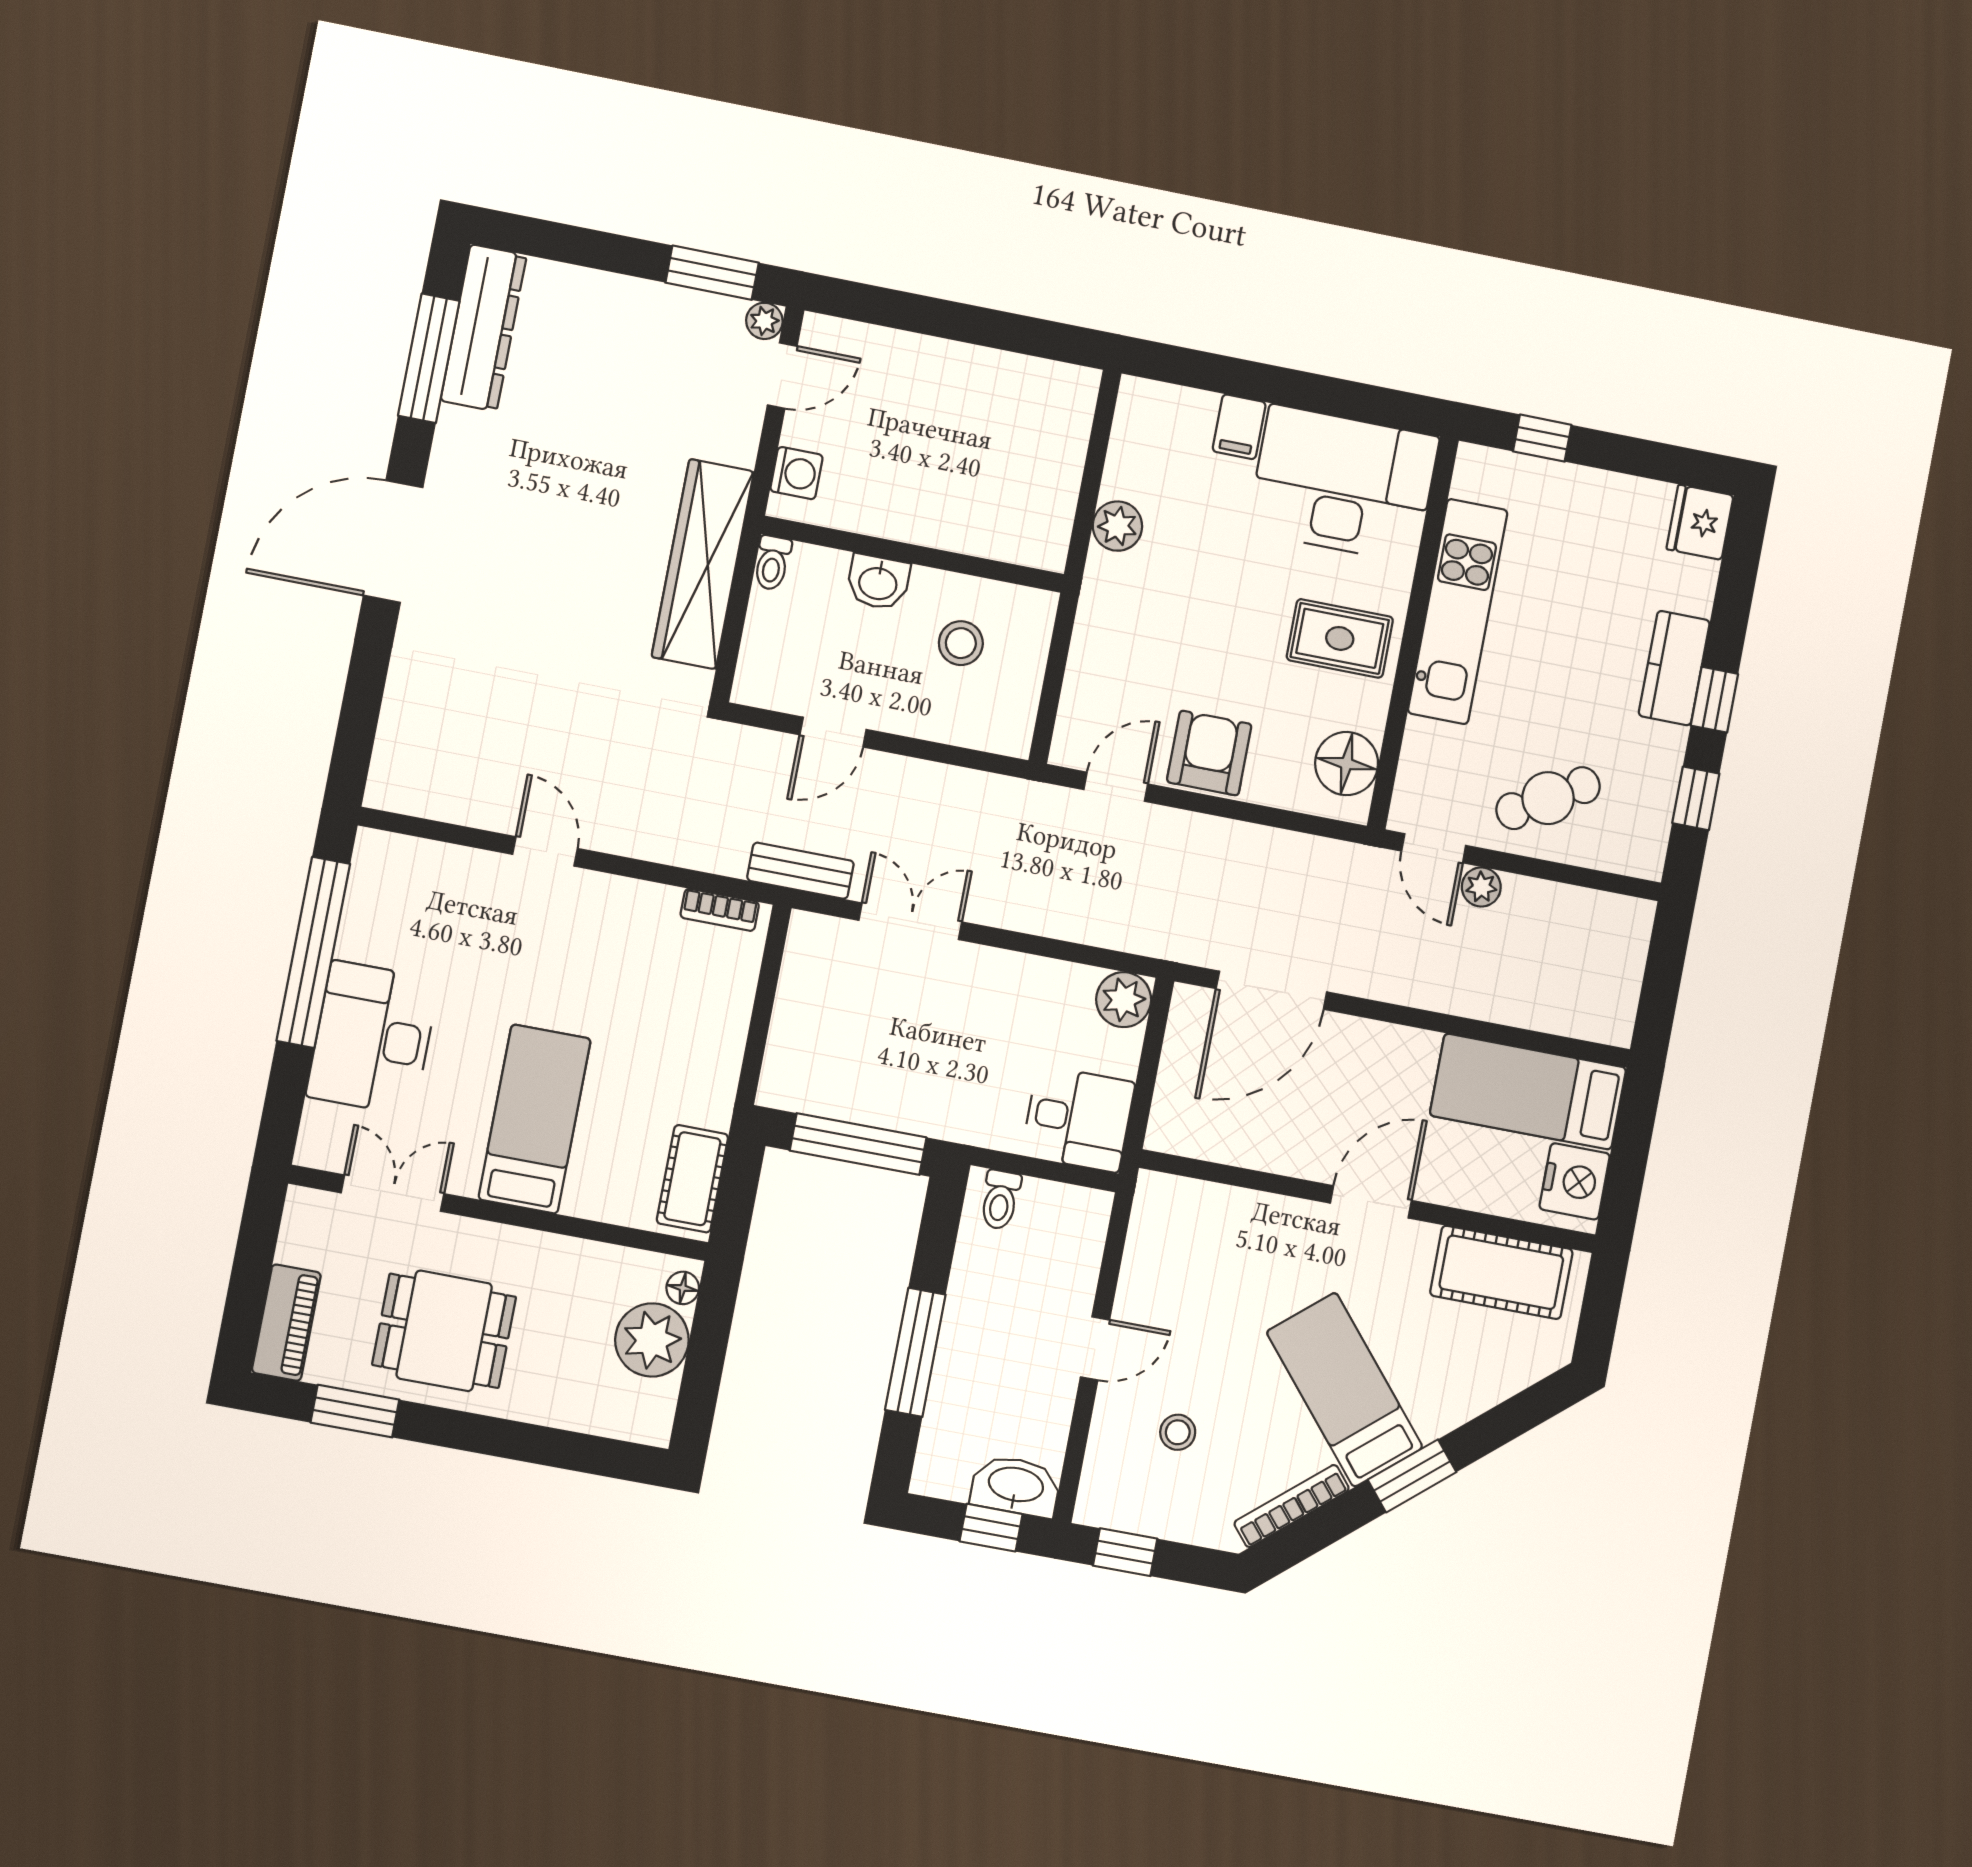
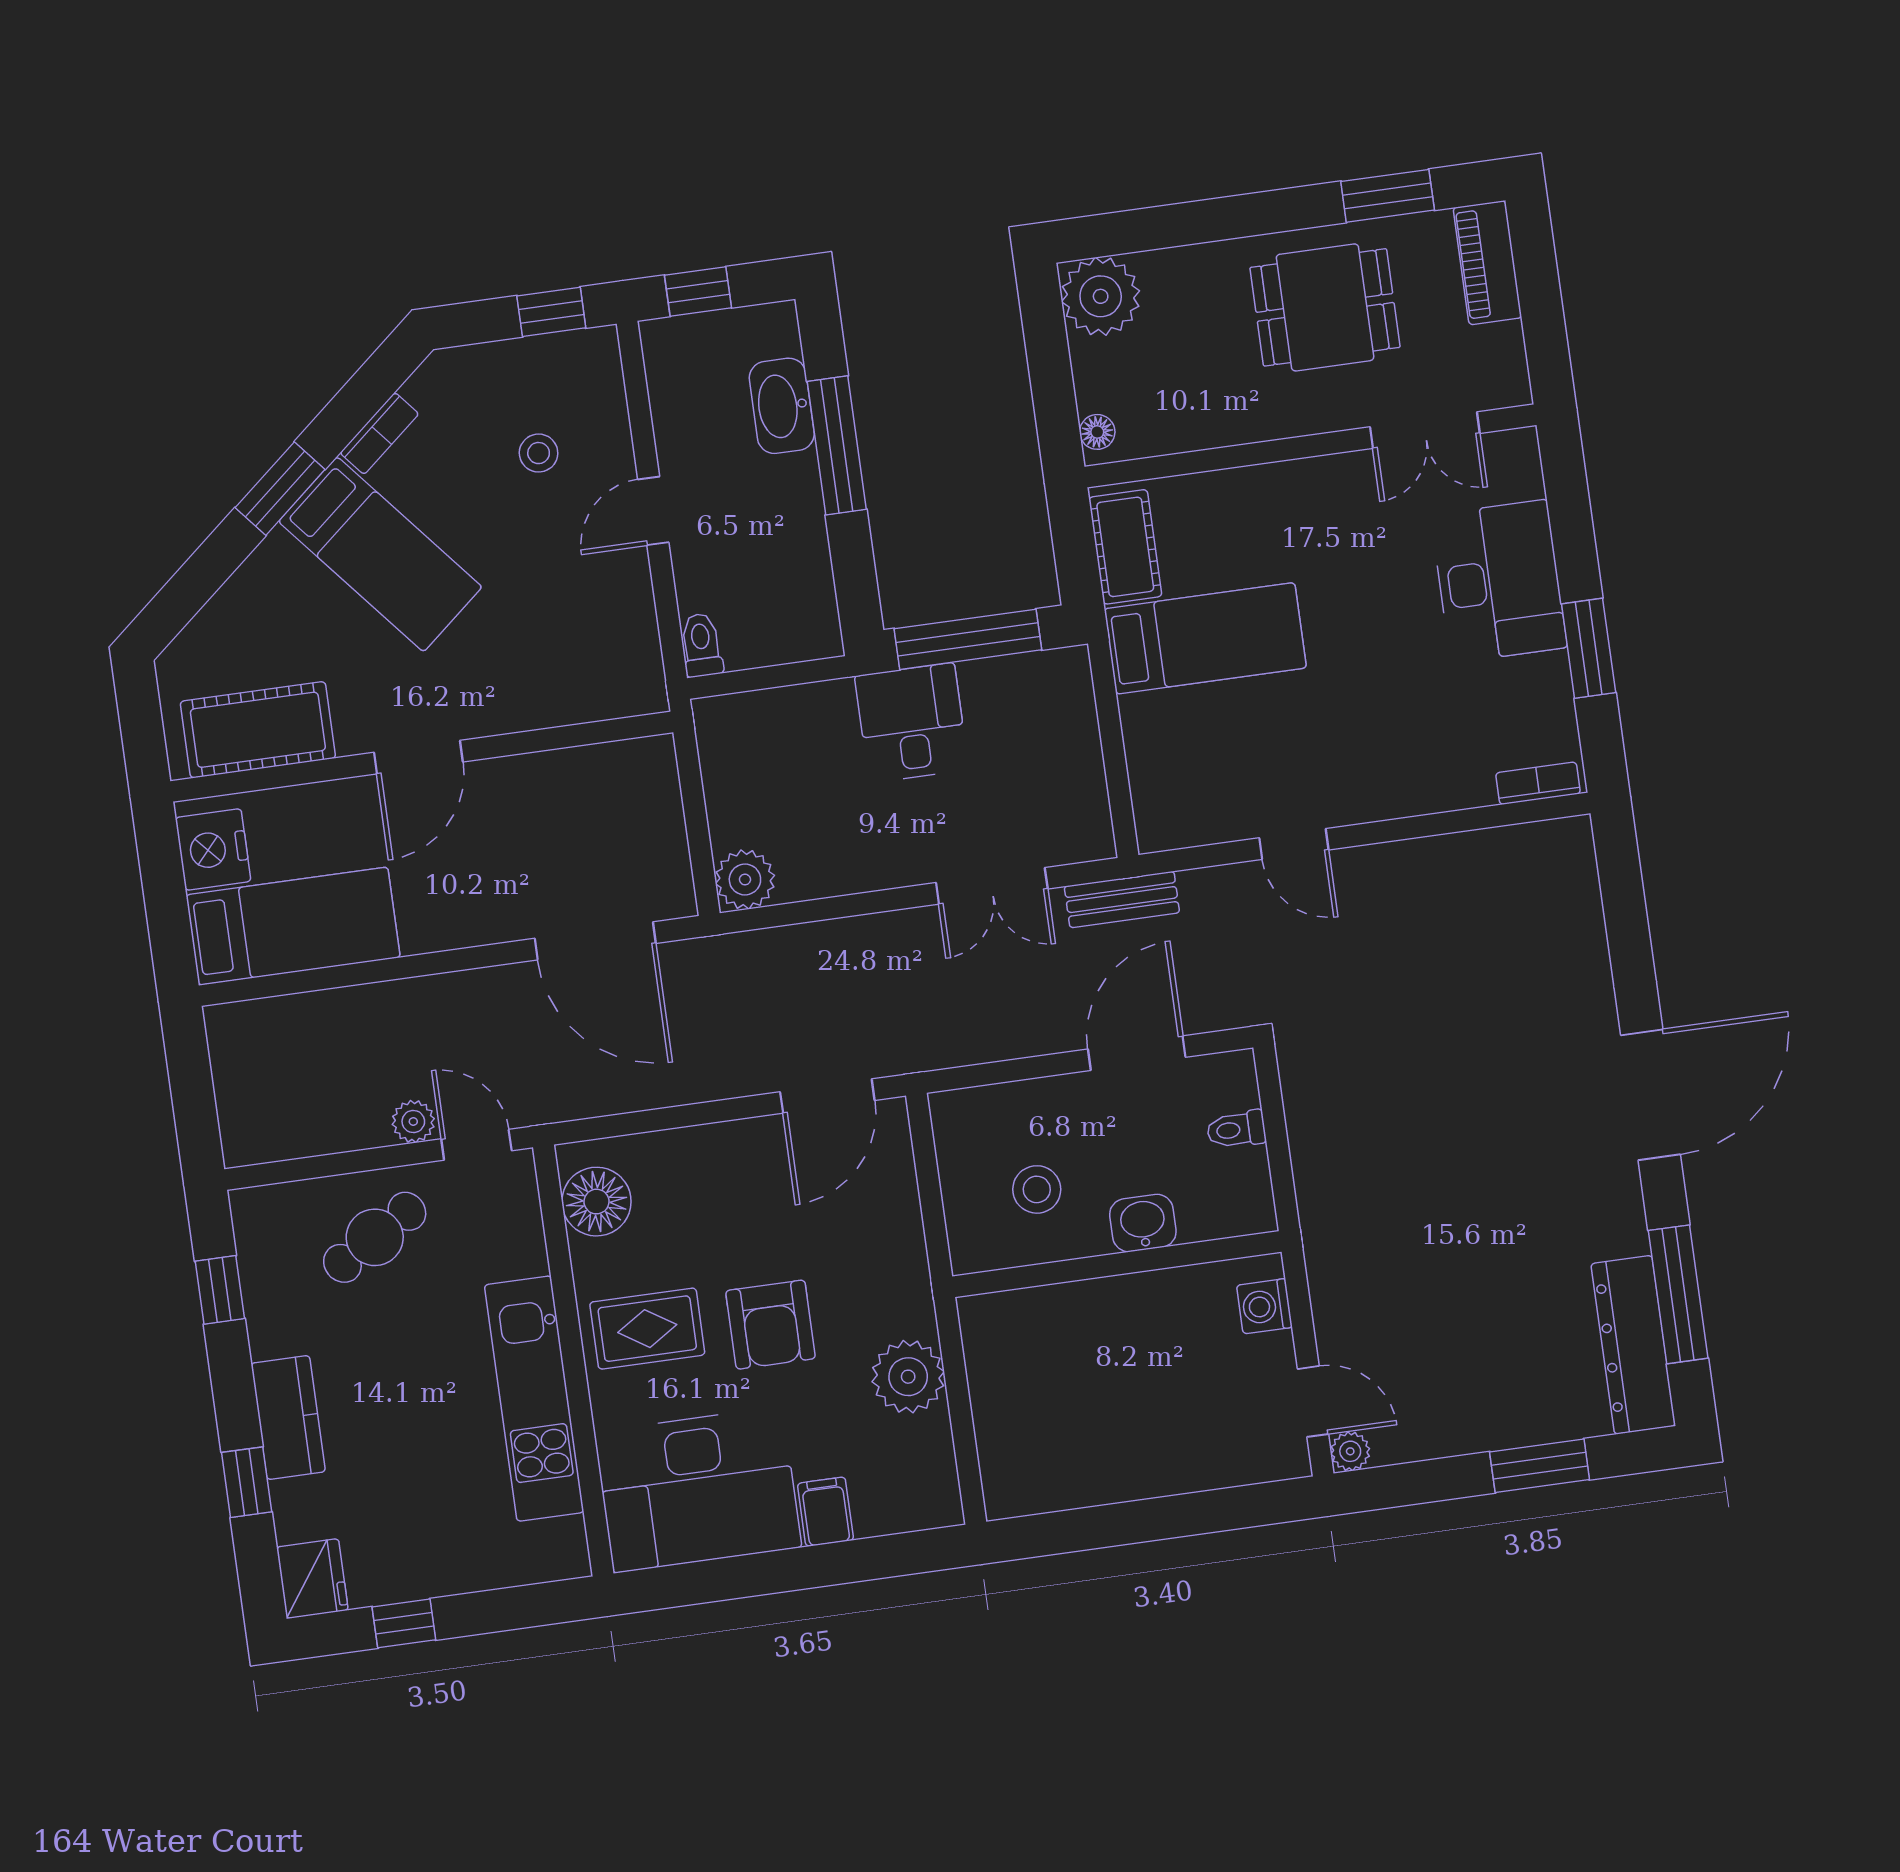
window: (712, 273) -> (1540, 1466), moved
door: (782, 376) -> (1313, 1401), swing flipped
window: (1542, 438) -> (404, 1623), moved
plant: (1117, 526) -> (908, 1377), width x1.36, depth x1.36
toilet: (772, 563) -> (1236, 1129), moved, turned -90
wardrobe: (703, 564) -> (1328, 1180), removed
window: (1714, 700) -> (247, 1482), moved
door: (833, 732) -> (1137, 1053), width x1.38
armchair: (1209, 753) -> (771, 1325), moved
door: (1116, 787) -> (827, 1096), width x1.38
door: (545, 851) -> (1294, 844), moved
bookcase: (720, 910) -> (1538, 783), moved
window: (313, 952) -> (1589, 648), width x0.47
door: (1271, 990) -> (595, 941), swing flipped
bed: (535, 1119) -> (1205, 638), moved, turned -90
desk: (1078, 1119) -> (912, 723), moved, turned 90
toilet: (1000, 1200) -> (701, 645), moved
plant: (652, 1340) -> (1101, 296), moved
washbasin: (1016, 1486) -> (782, 406), moved, turned 90
bookcase: (1292, 1506) -> (379, 433), width x0.64

